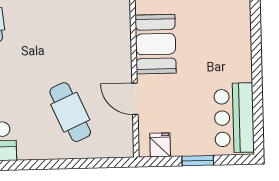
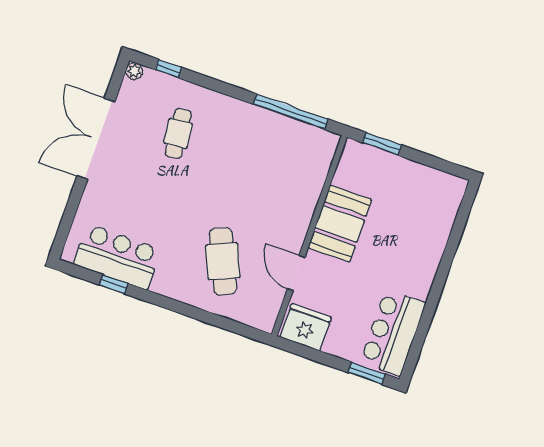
fridge: (160, 145) -> (306, 327), width x1.88, depth x1.34
window: (198, 161) -> (366, 373), moved

